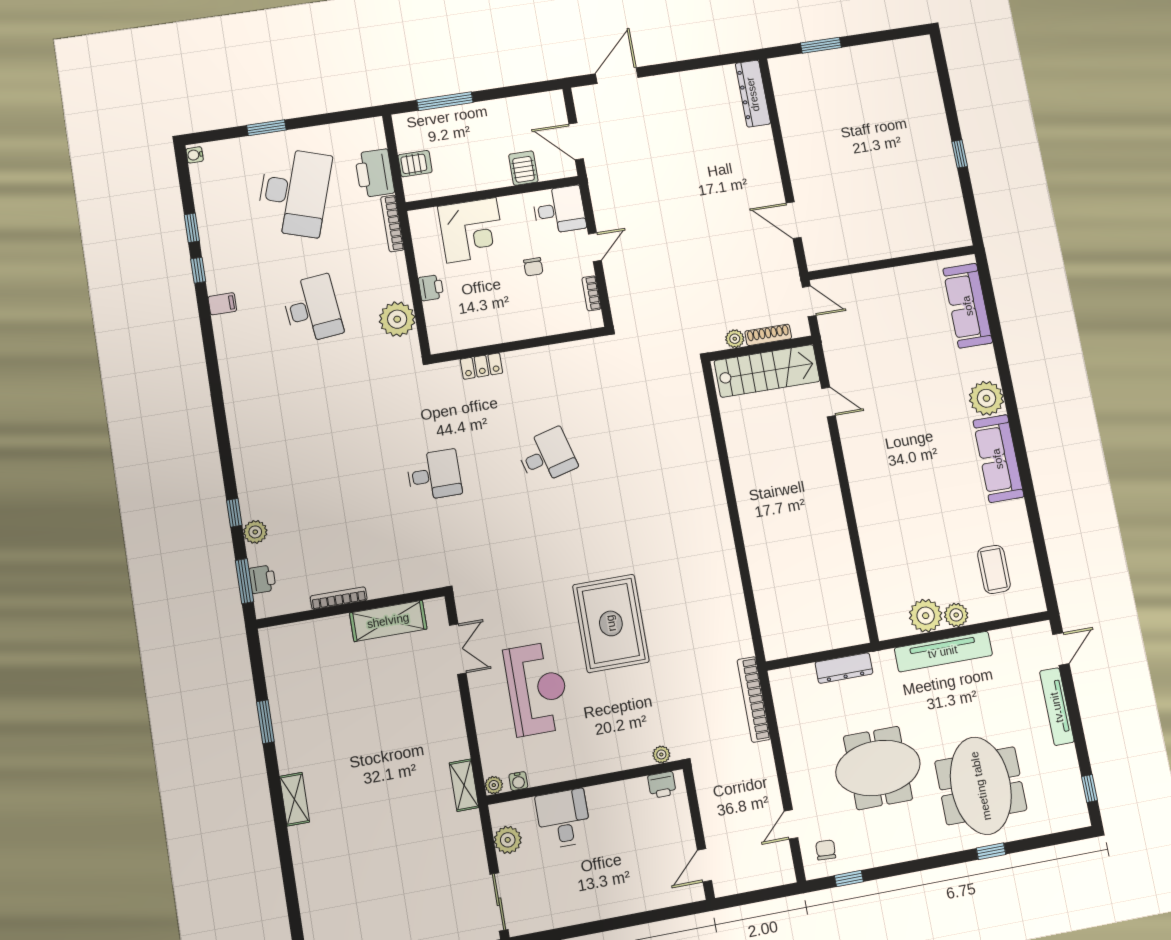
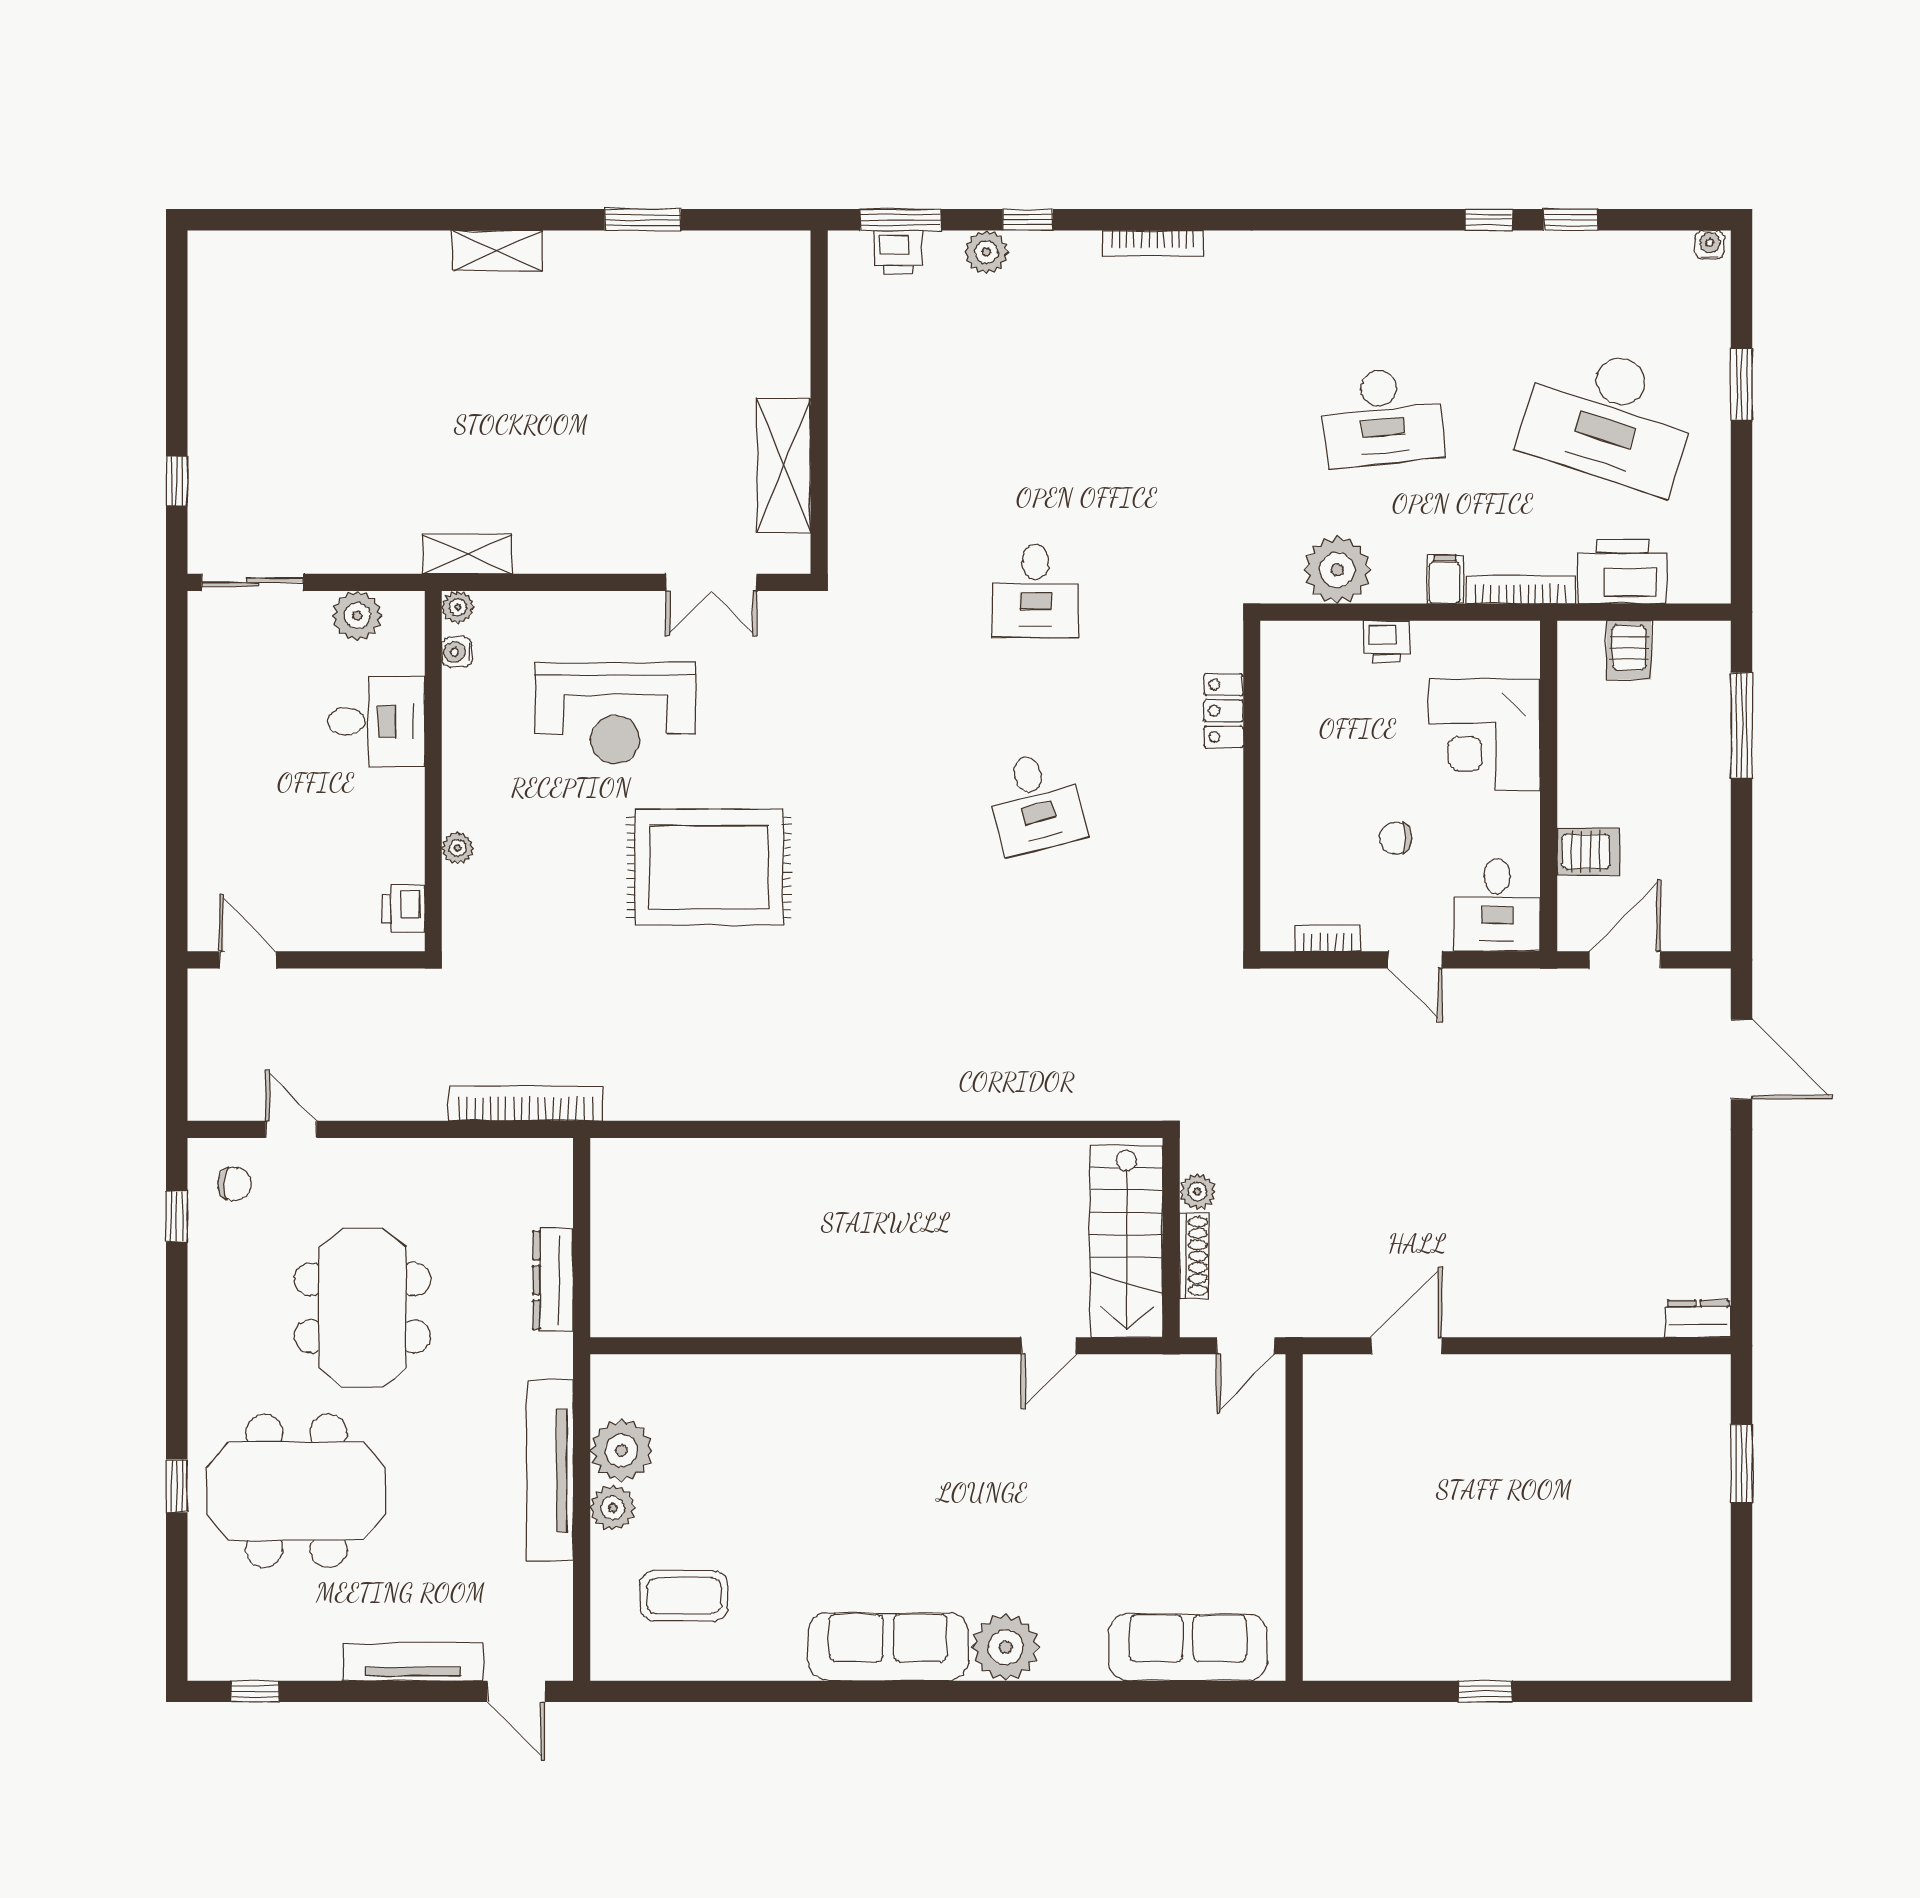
dresser: (753, 94) -> (1698, 1319), width x0.51, depth x0.80
filing cabinet: (222, 304) -> (1445, 579), moved, turned 180
bookcase: (339, 598) -> (1153, 243), moved, turned 90
plant: (661, 754) -> (458, 848), moved

